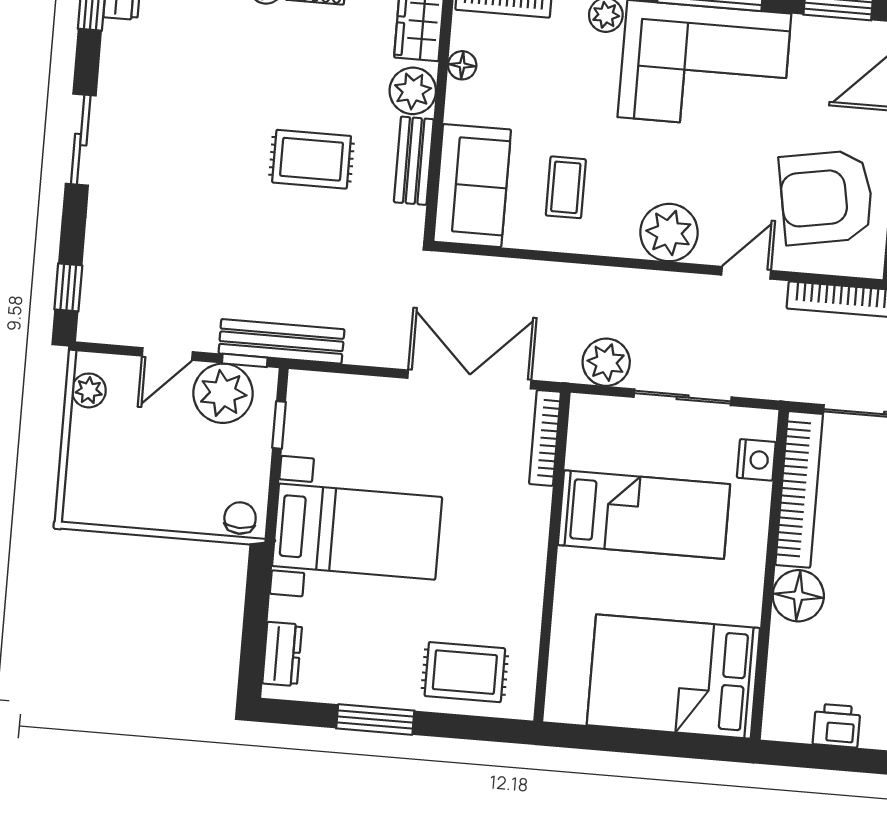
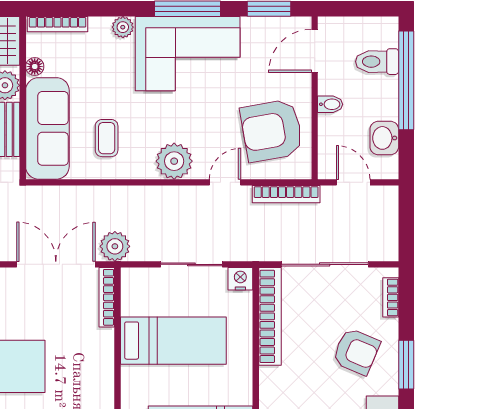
sofa: (472, 186) -> (47, 128), width x1.36
plant: (606, 362) -> (115, 246), moved
nightstand: (756, 460) -> (240, 279), moved, turned -90
floor lamp: (798, 596) -> (275, 384), removed

